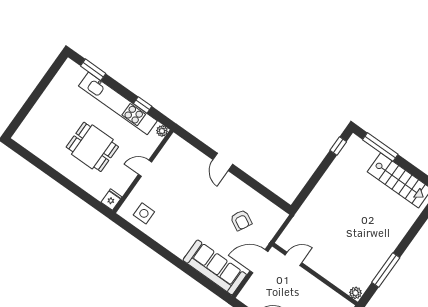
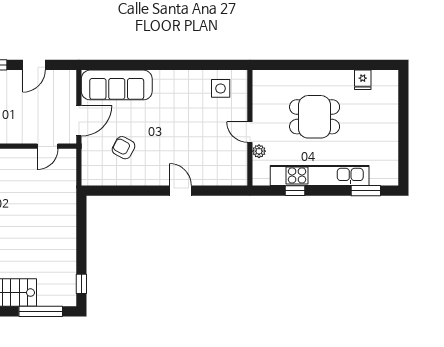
plant: (162, 131) -> (259, 151), moved
door: (145, 168) -> (250, 132), swing flipped
fridge: (112, 200) -> (363, 80), moved

